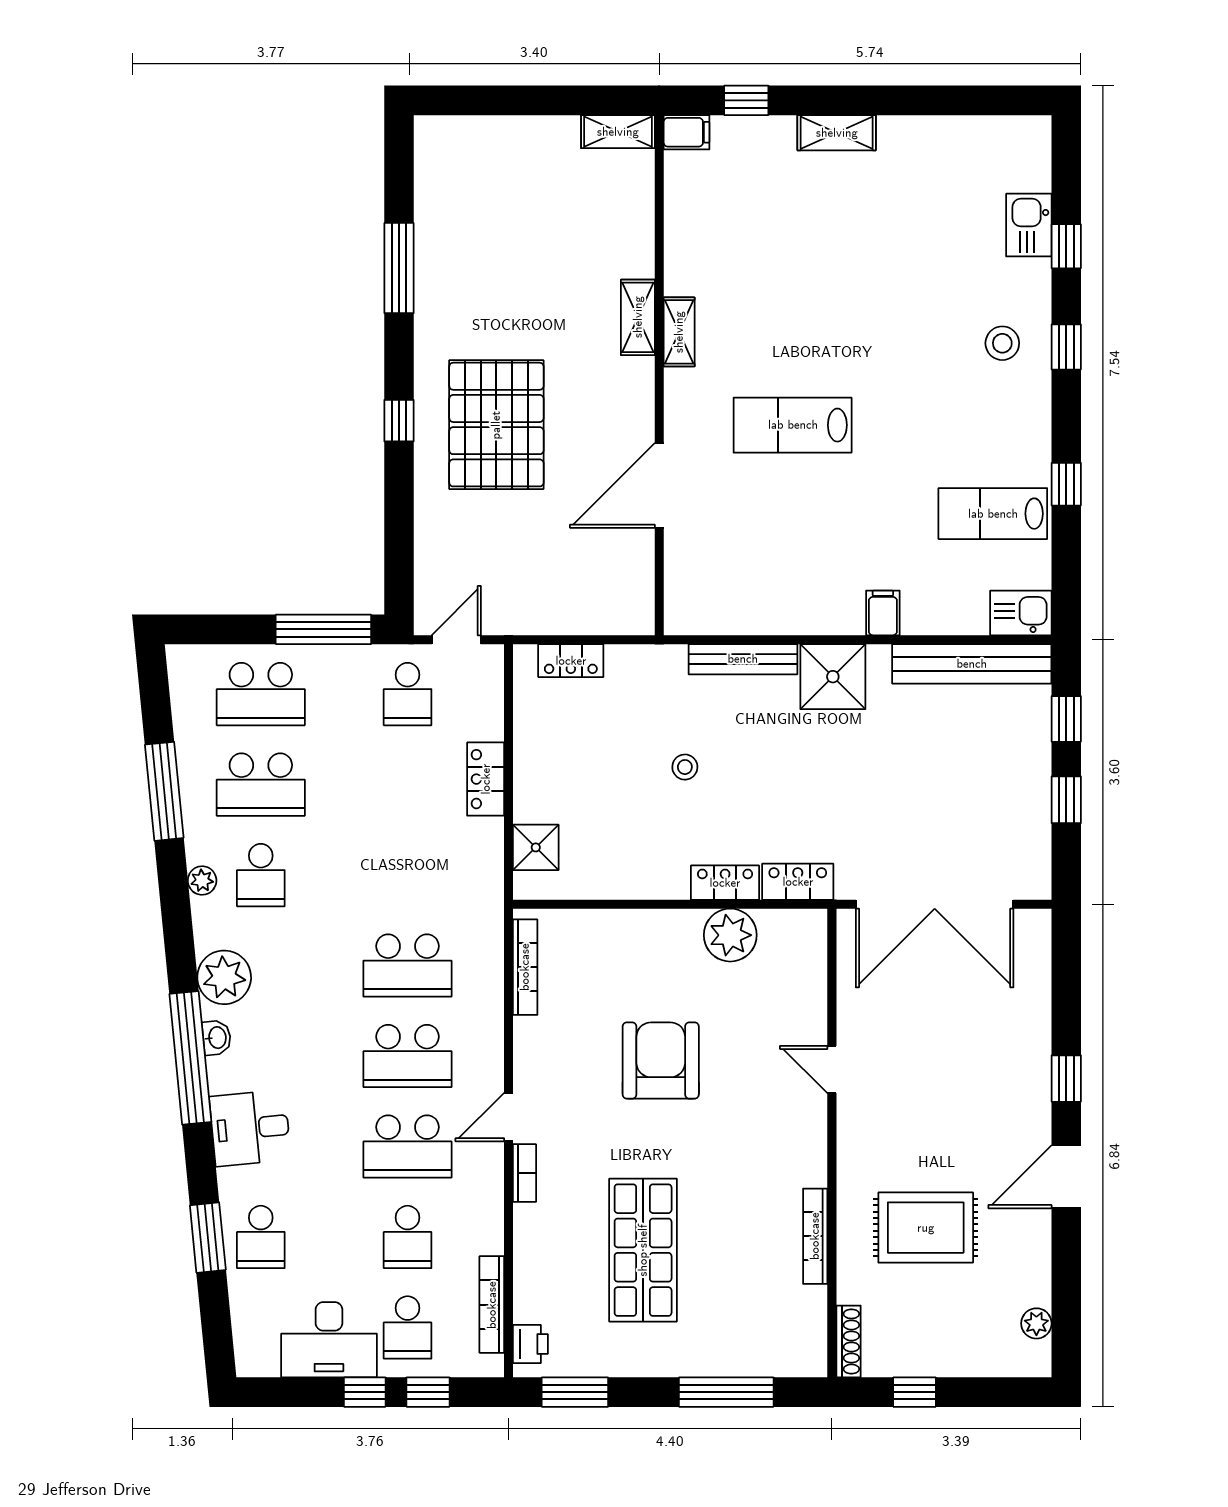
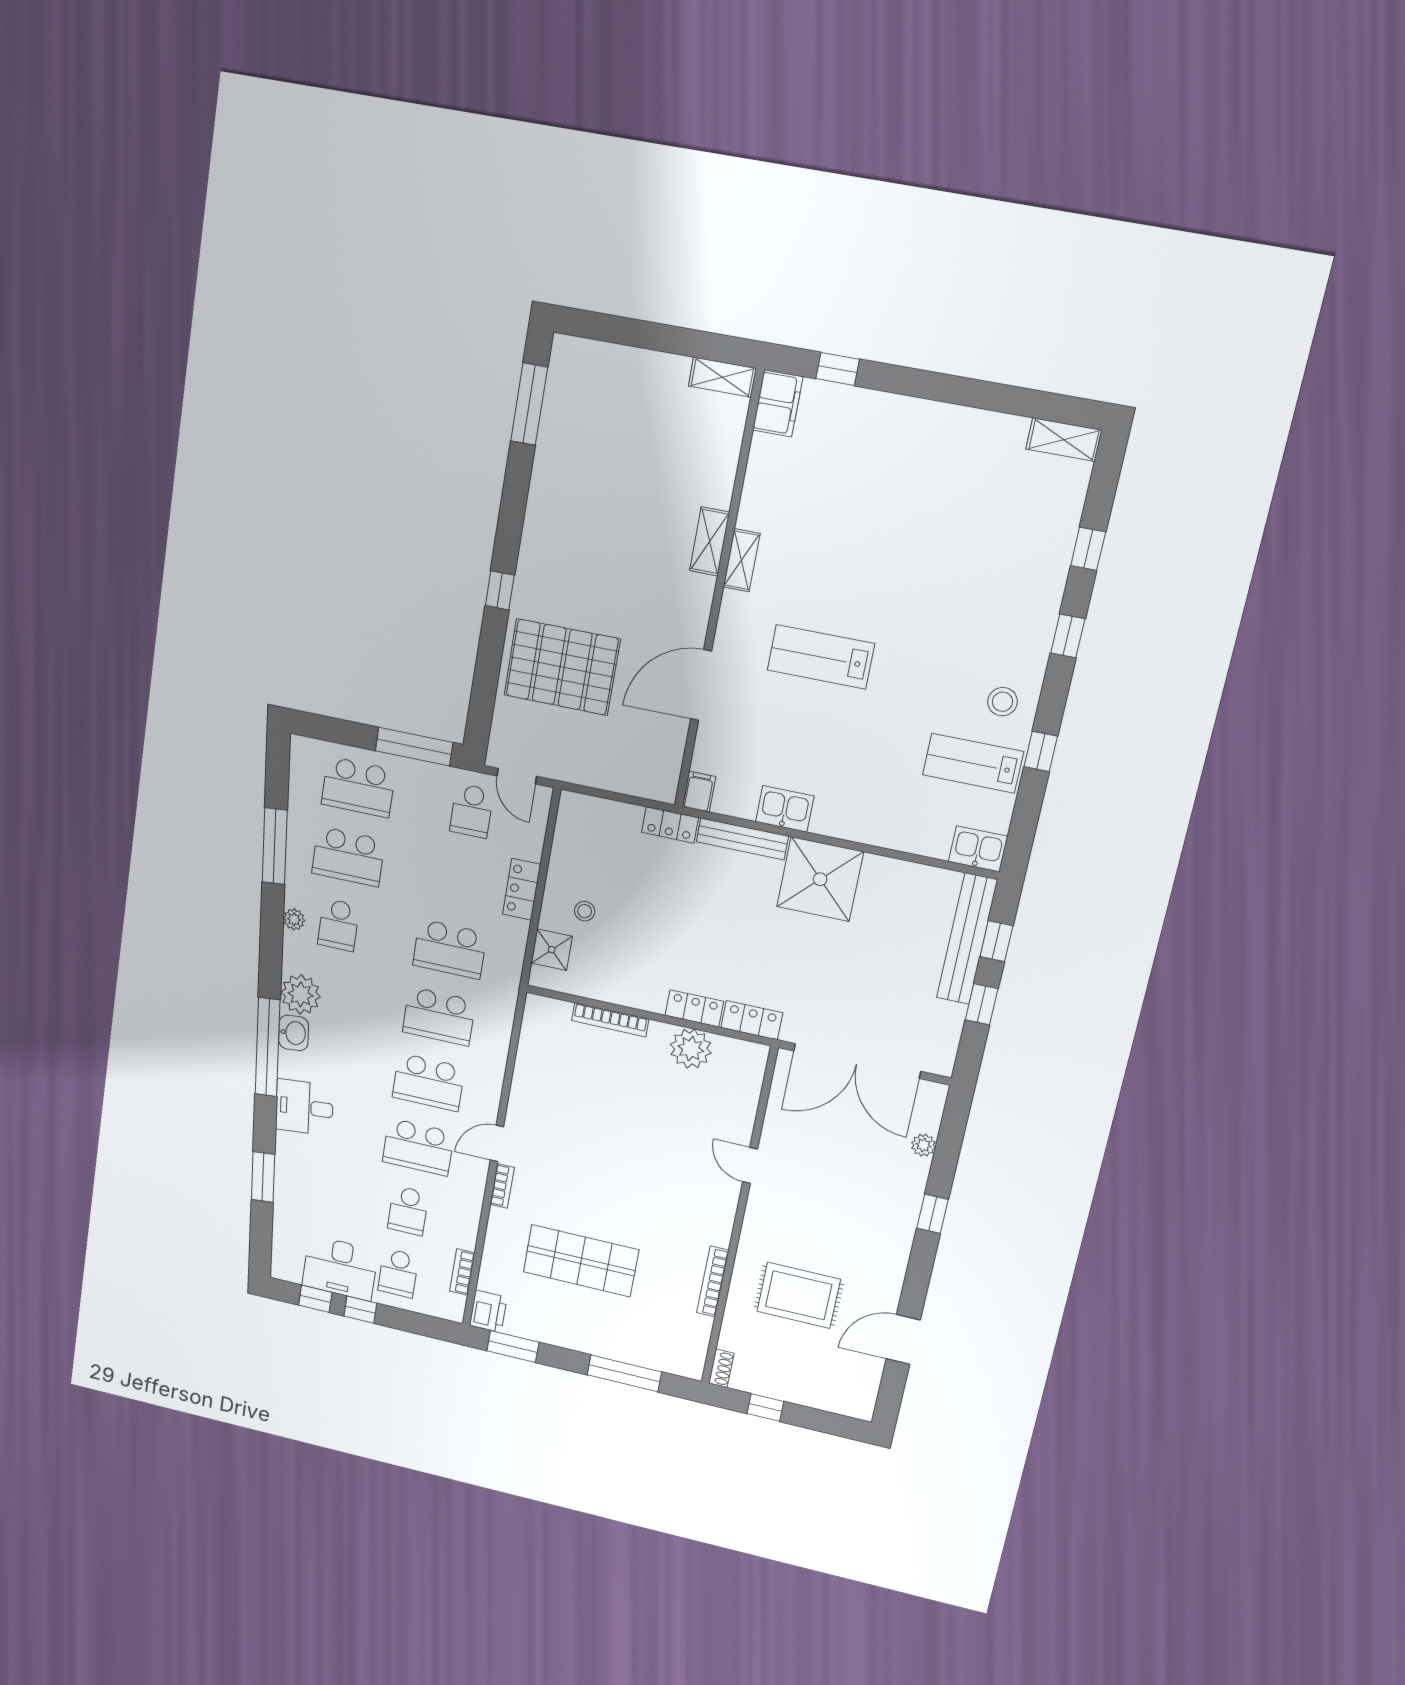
filing cabinet: (686, 132) -> (778, 403), width x2.00
shelving: (837, 133) -> (1064, 440), moved
kitchen sink: (1029, 225) -> (785, 809), moved, turned 90
window: (399, 268) -> (529, 404), moved
stool: (1002, 343) -> (1003, 702), moved
pallet: (496, 425) -> (562, 667), moved, turned 90
filing cabinet: (883, 613) -> (699, 792), moved
door: (456, 640) -> (517, 776), swing flipped
locker: (571, 661) -> (670, 825), moved
bench: (972, 664) -> (967, 939), moved, turned 90
shower: (833, 677) -> (820, 879), width x1.37, depth x1.37
stool: (685, 767) -> (585, 911), moved
bookcase: (525, 967) -> (610, 1020), moved, turned 90
washbasin: (217, 1038) -> (294, 1033), width x1.38, depth x1.45
armchair: (661, 1060) -> (619, 1129), removed
door: (1066, 1177) -> (903, 1339), moved
school desk: (261, 1237) -> (450, 949), moved, width x1.85
shop shelf: (643, 1250) -> (581, 1261), turned 90
bookcase: (492, 1305) -> (462, 1272), width x0.64
plant: (1036, 1323) -> (923, 1145), moved
shoe rack: (848, 1341) -> (721, 1368), width x0.70
printer: (530, 1344) -> (488, 1311), width x1.36, depth x1.24
window: (428, 1392) -> (315, 1299), moved

